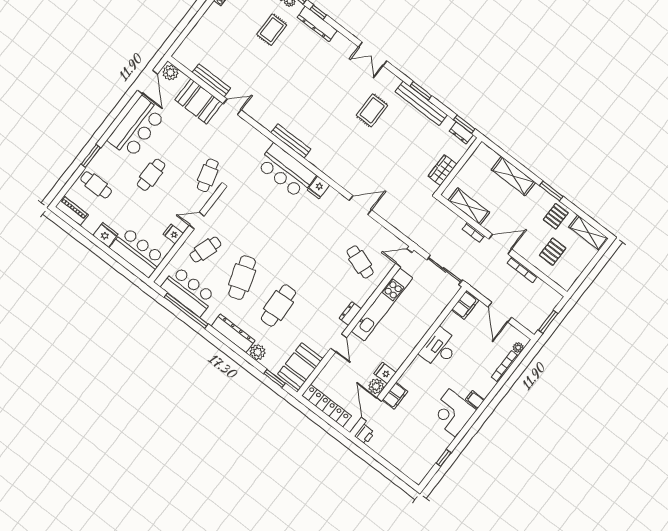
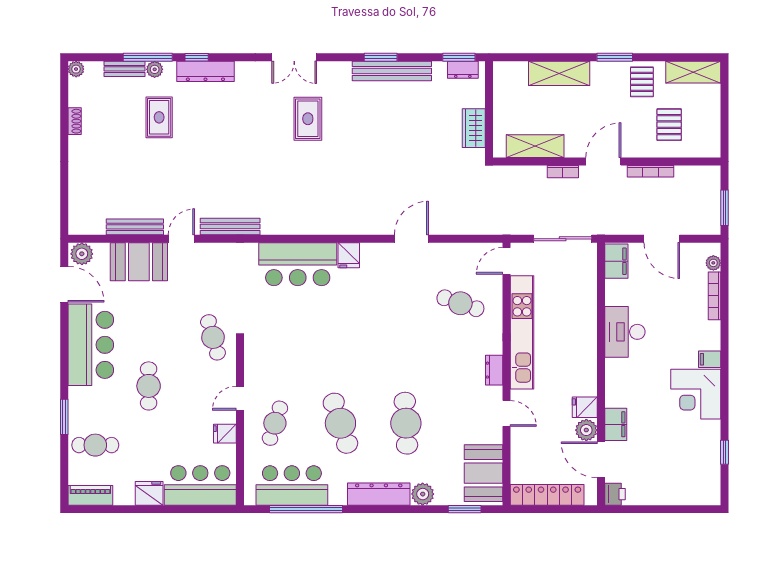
rug: (372, 110) -> (308, 119), moved
bench: (291, 141) -> (230, 227), moved

